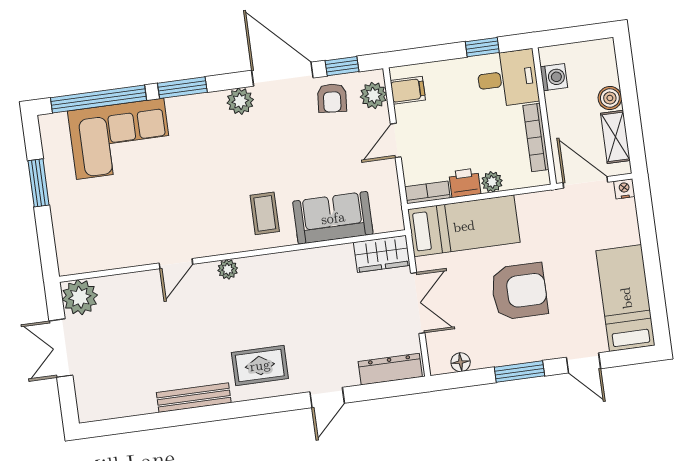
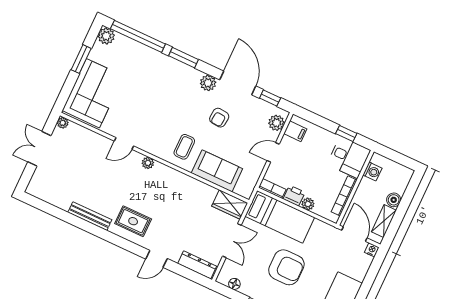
armchair: (332, 98) -> (219, 118), moved
plant: (53, 127) -> (106, 36), added
corner sofa: (120, 139) -> (93, 93), moved, turned -90
plant: (80, 297) -> (63, 123), width x0.53, depth x0.53

